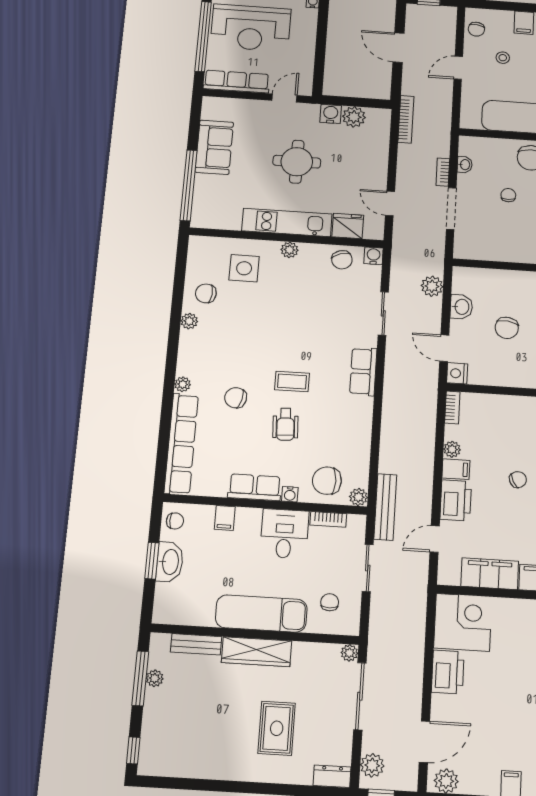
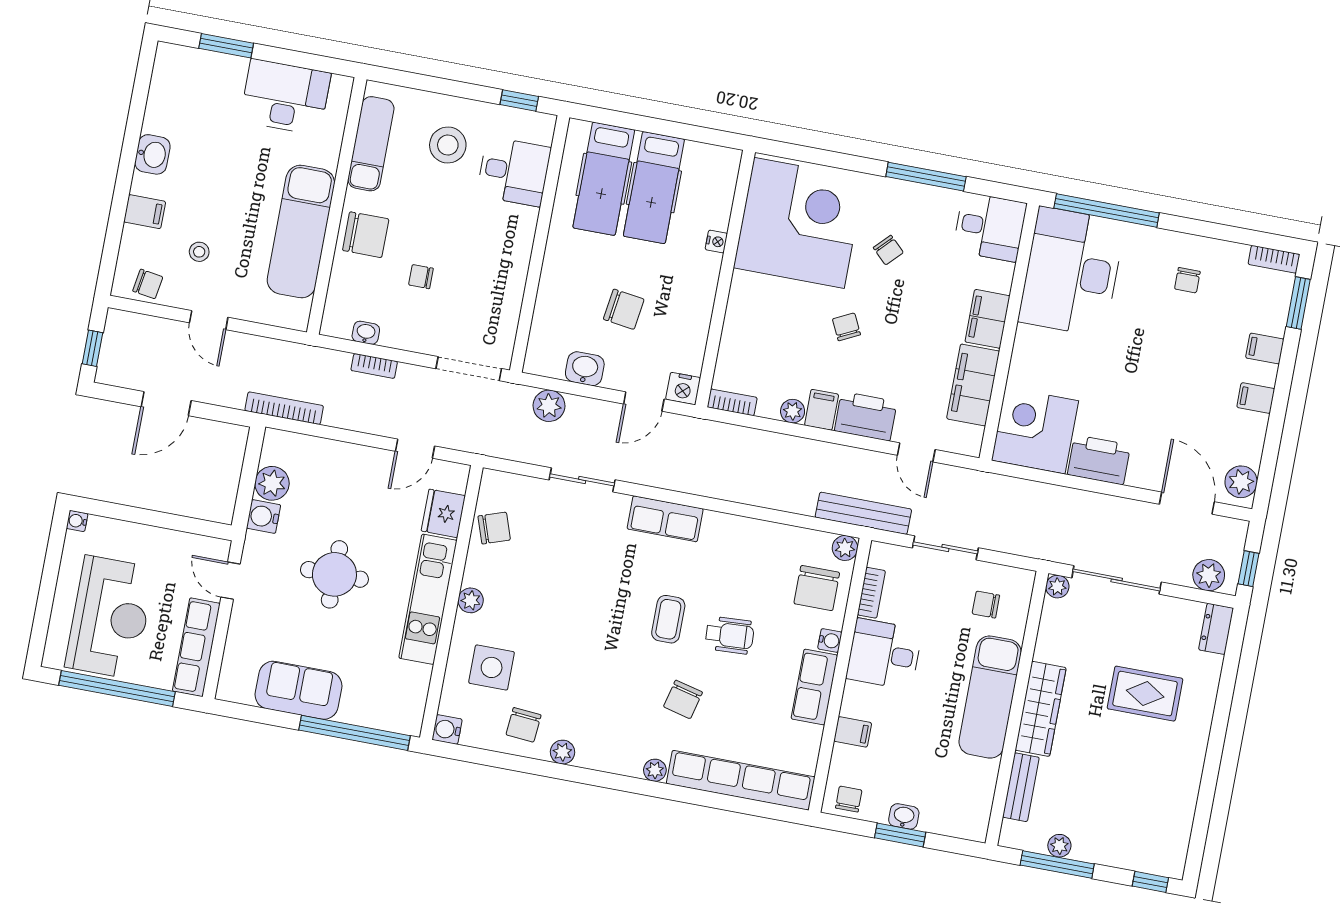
doorway: (451, 209) -> (469, 369), moved
water cooler: (373, 256) -> (447, 729), moved
washbasin: (170, 562) -> (904, 816), width x0.52, depth x0.69

